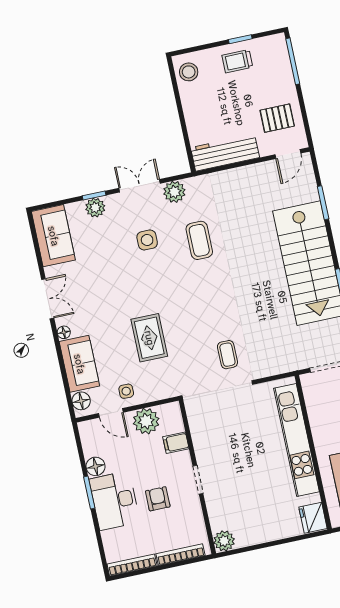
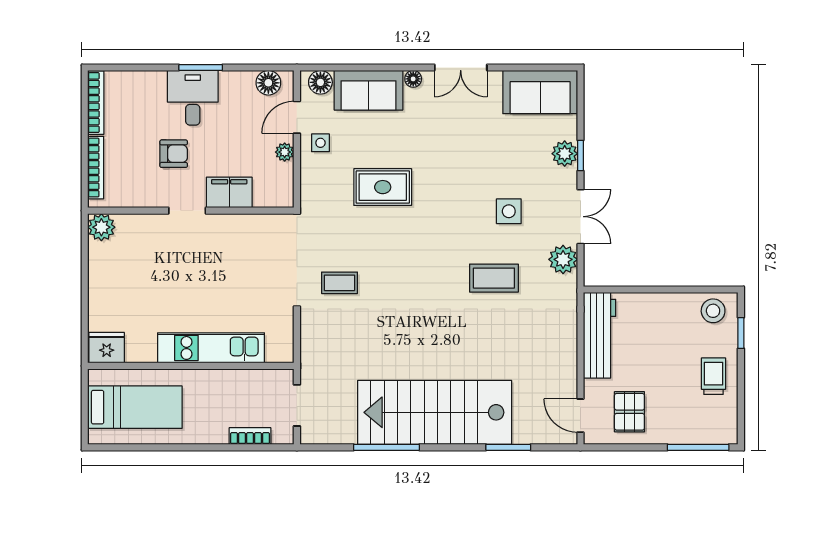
window: (240, 39) -> (741, 333), moved
plant: (146, 421) -> (285, 152), width x0.53, depth x0.53
kitchen unit: (296, 440) -> (211, 348), width x0.73
filing cabinet: (176, 443) -> (229, 192), width x2.00
floor lamp: (96, 466) -> (268, 83), moved
desk: (115, 501) -> (193, 98), width x0.73

